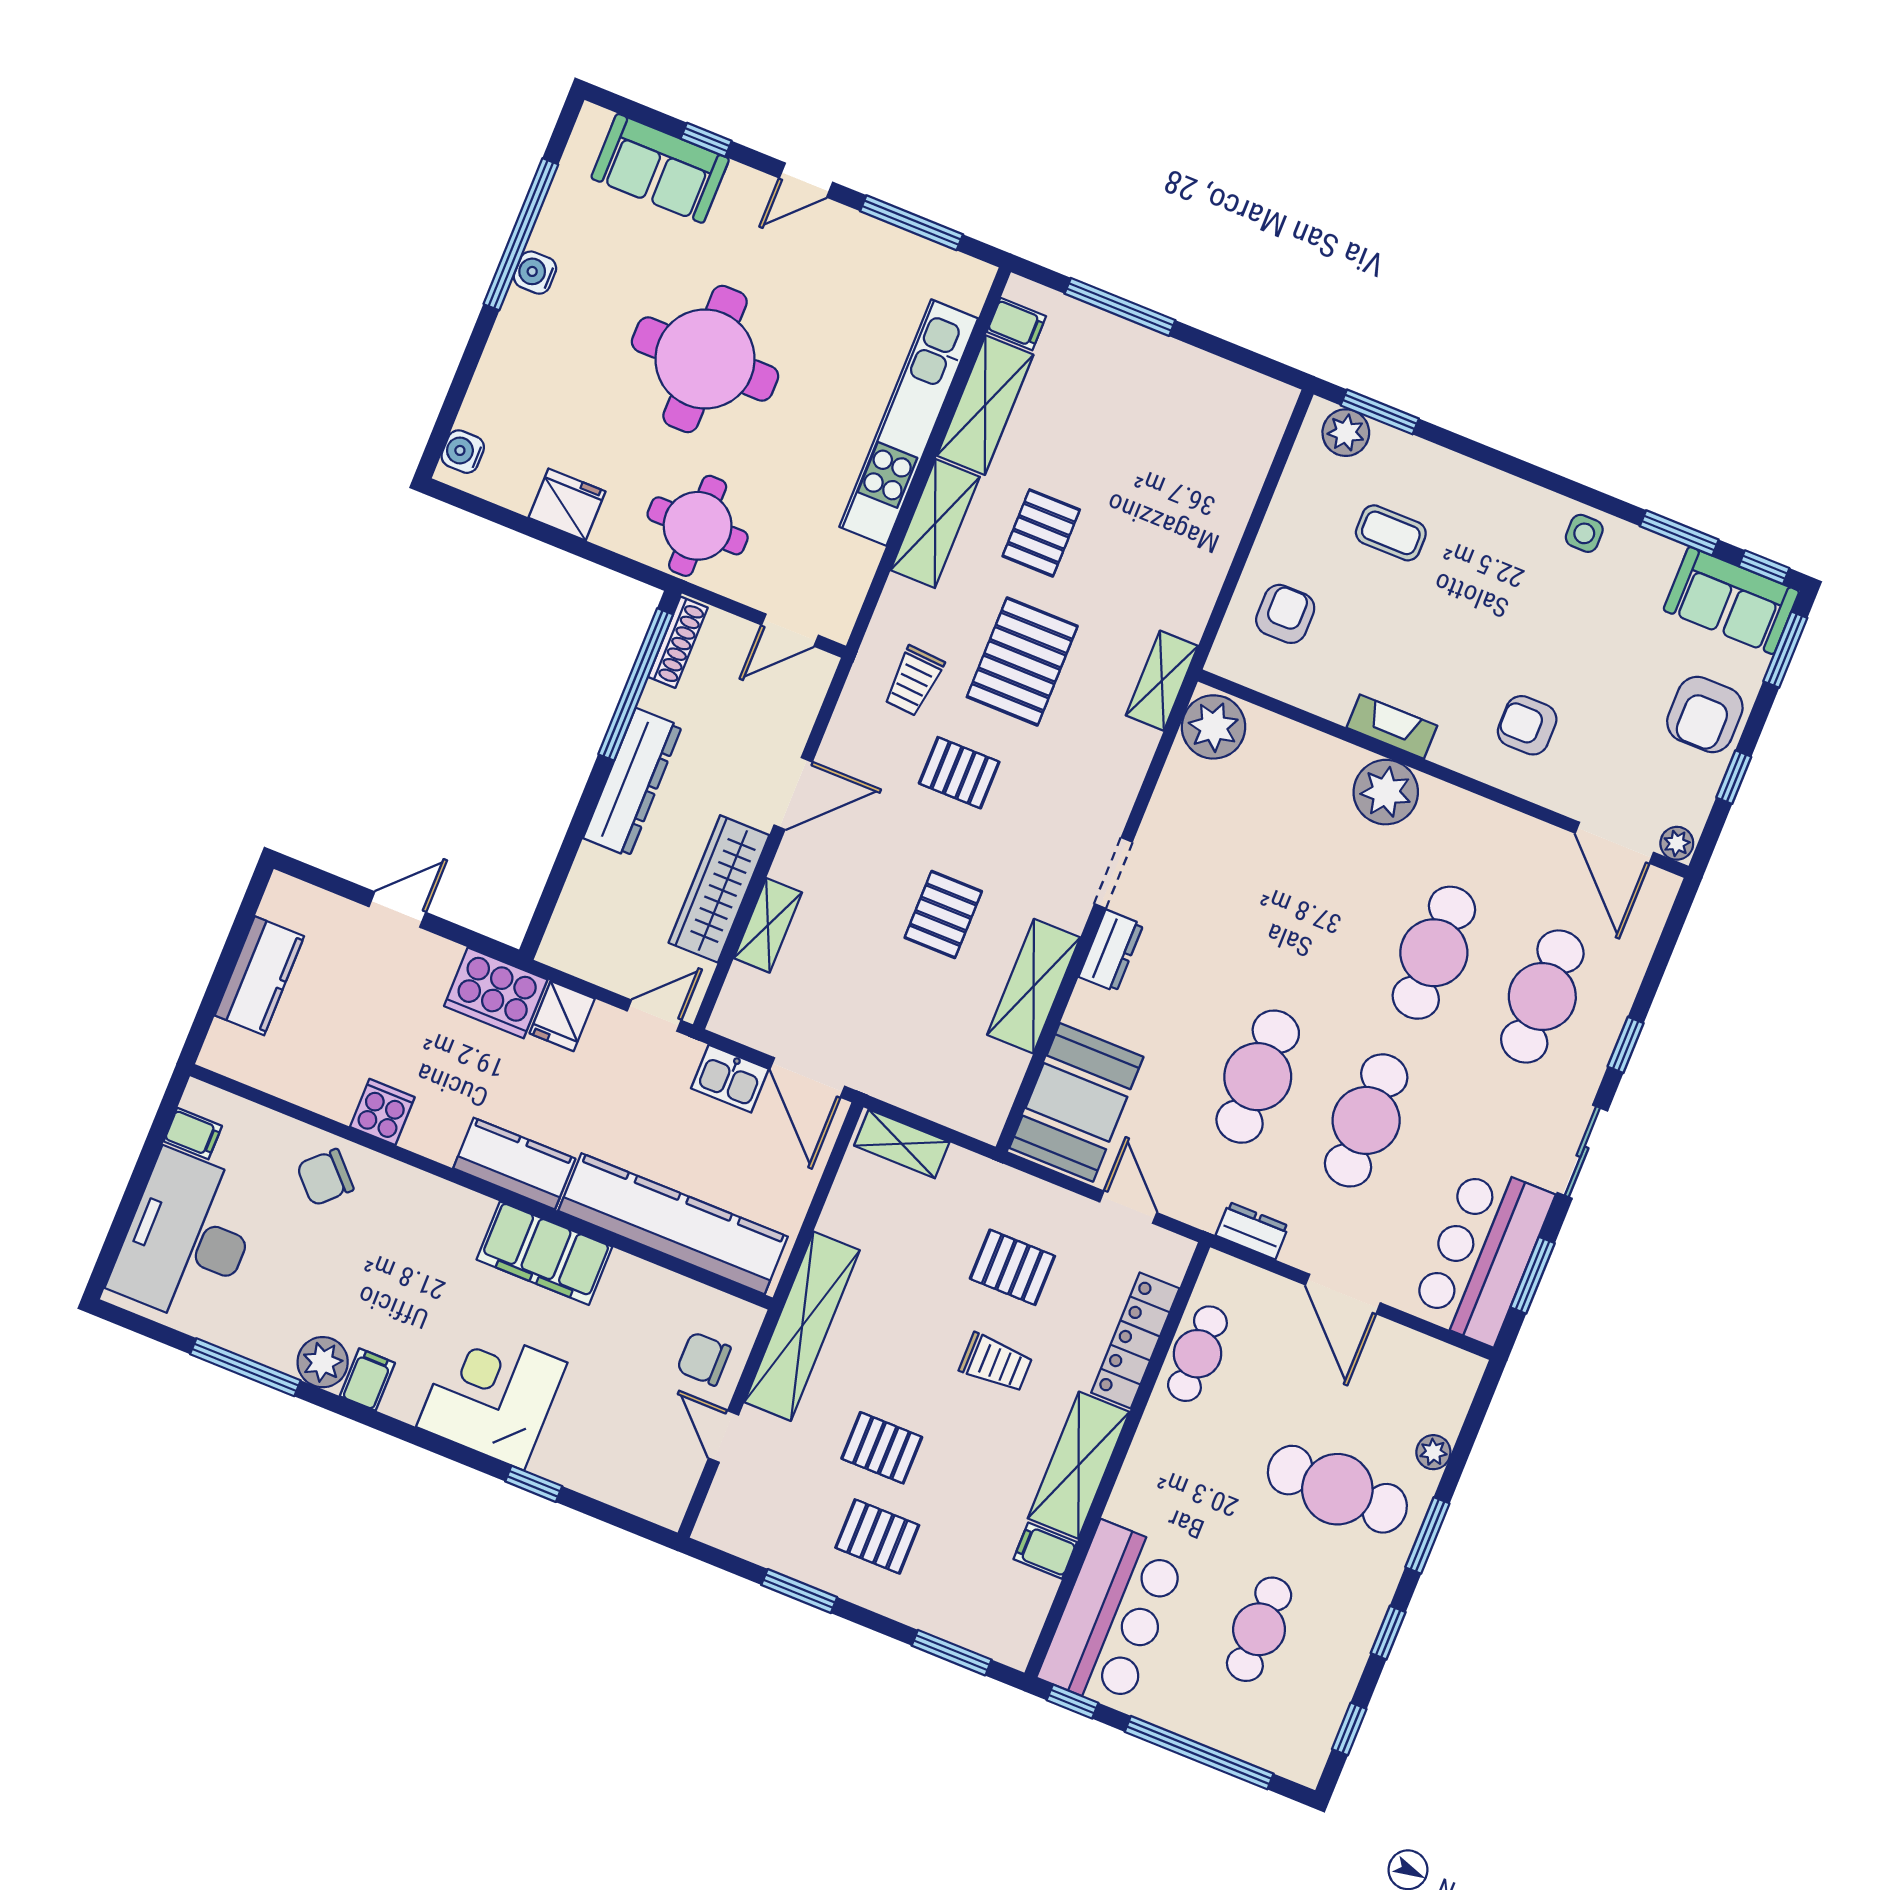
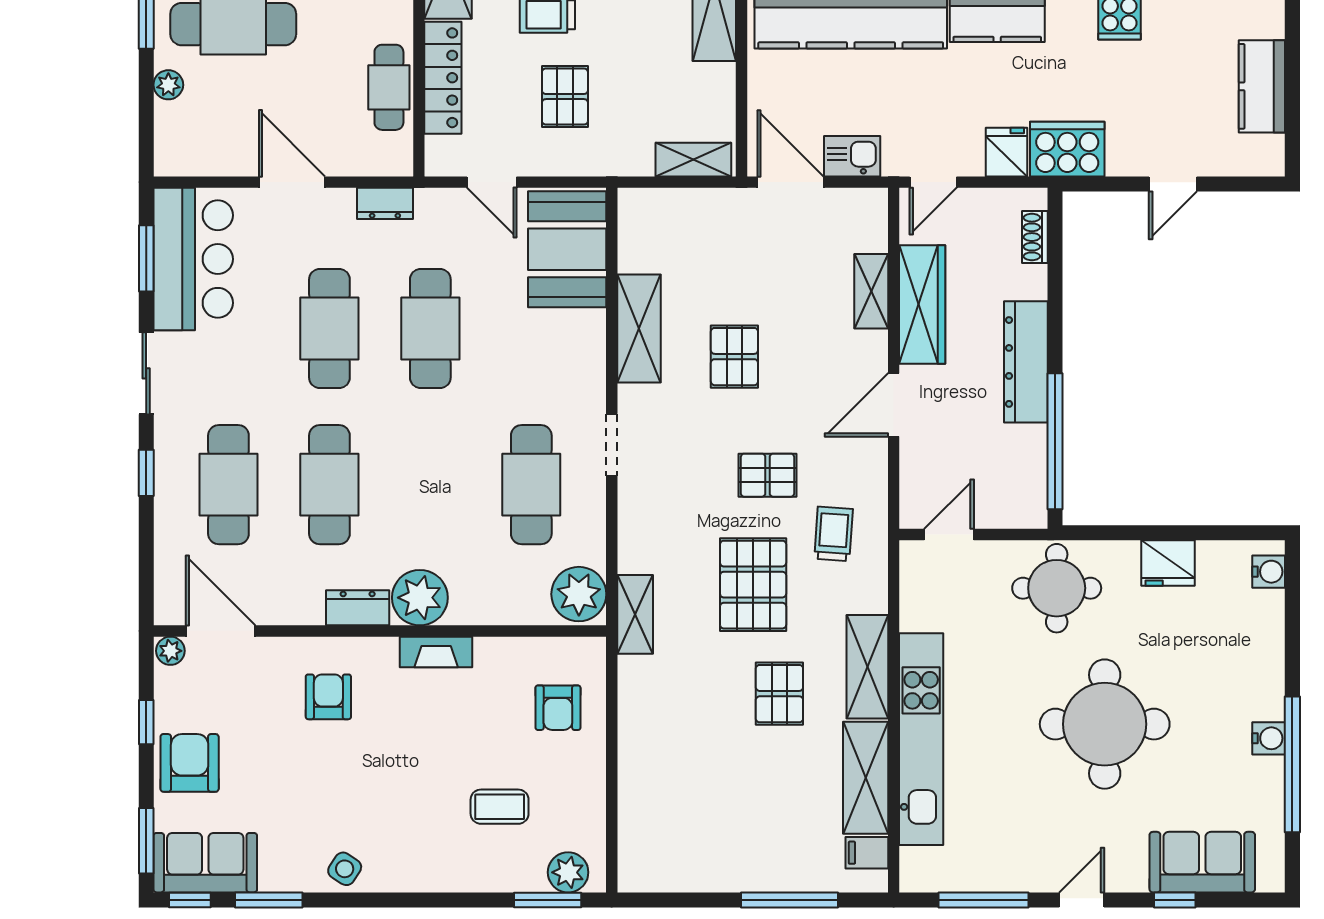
side table: (1584, 533) -> (345, 869), turned 33
shoe rack: (678, 642) -> (1035, 237), moved, width x0.70
armchair: (1527, 725) -> (328, 697), turned -90
cafe table: (1217, 865) -> (531, 485), added
dresser: (1111, 951) -> (358, 608), moved, turned 90
pallet: (1012, 1267) -> (565, 97), turned 90

